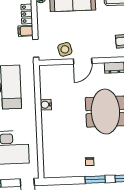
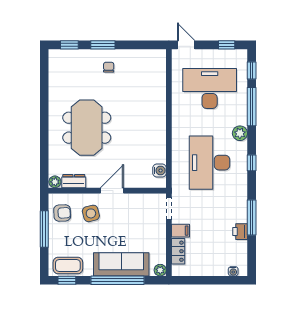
side table: (65, 49) -> (91, 213), moved
water cooler: (46, 105) -> (159, 171), moved

